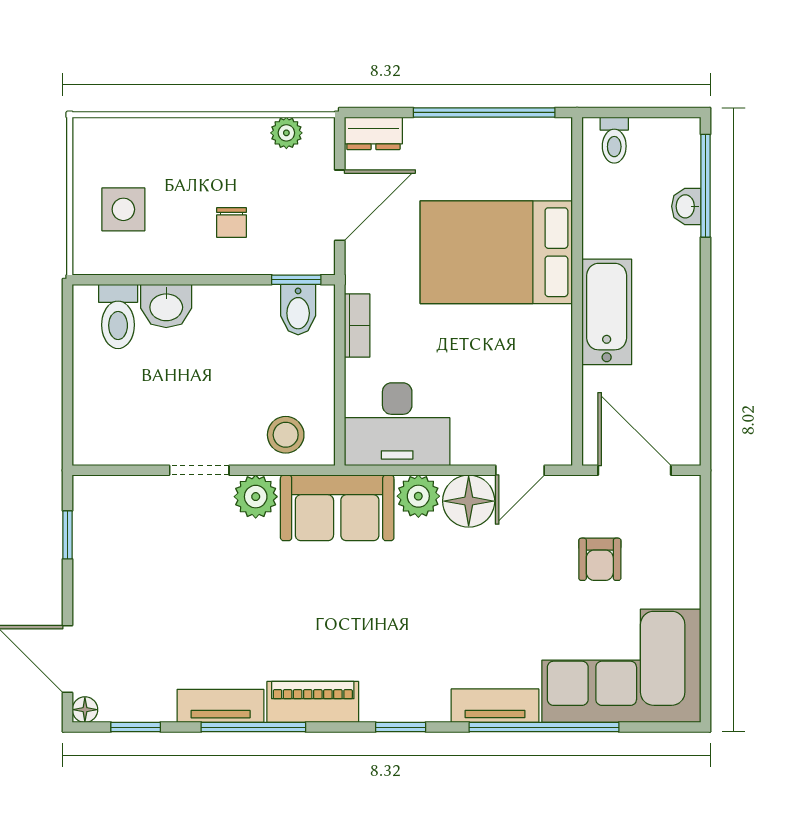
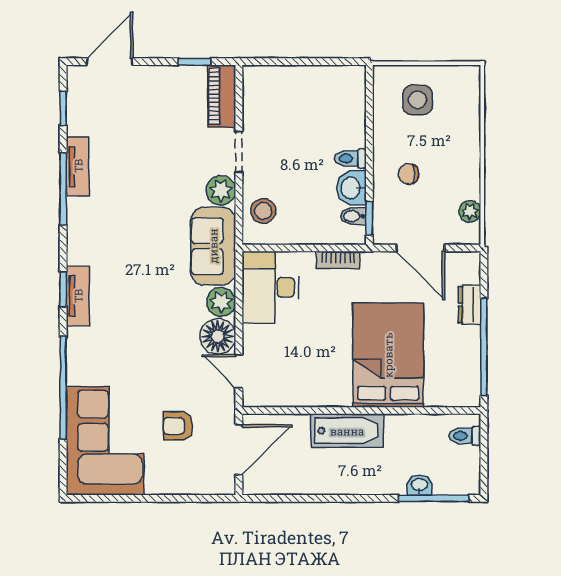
dresser: (373, 133) -> (469, 305), moved
washbasin: (166, 306) -> (351, 188), moved
bidet: (298, 310) -> (353, 216), width x0.72, depth x0.74
toilet: (118, 316) -> (350, 159), moved, width x0.73, depth x0.72
piano: (313, 702) -> (222, 96), moved, turned 180
tv unit: (495, 706) -> (78, 296), moved
floor lamp: (85, 710) -> (75, 74), removed

